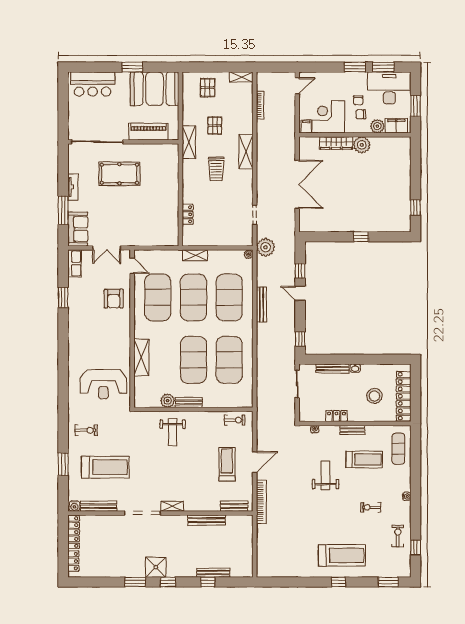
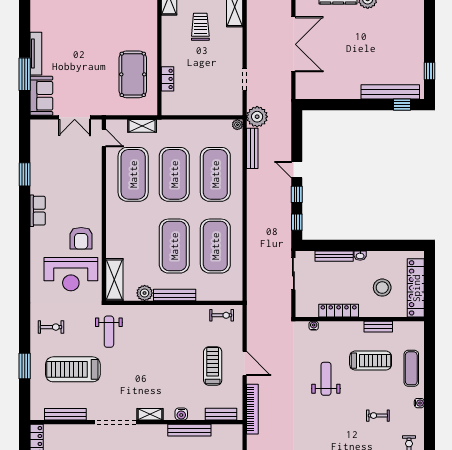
trolley: (216, 169) -> (200, 27), turned 180
pool table: (119, 174) -> (133, 74), moved, turned 90
tv unit: (73, 187) -> (36, 54), width x1.41
bench: (381, 226) -> (390, 92), added
window: (361, 237) -> (402, 105), moved
shelving: (195, 255) -> (142, 126), moved
row of seats: (75, 263) -> (38, 211), moved
window: (300, 271) -> (297, 194), moved
armchair: (114, 299) -> (81, 238), moved
bench: (261, 305) -> (252, 148), moved
shelving: (141, 358) -> (114, 280), moved
bench: (189, 402) -> (175, 295), width x1.36
locker: (336, 416) -> (339, 311), width x1.53
bench: (352, 430) -> (378, 327), moved
weight bench: (173, 432) -> (109, 332), moved
exercise mat: (398, 449) -> (411, 368), moved
door: (255, 462) -> (245, 363), hinge flipped
treadmill: (105, 467) -> (73, 369), turned 180
water cooler: (74, 506) -> (181, 414), moved

